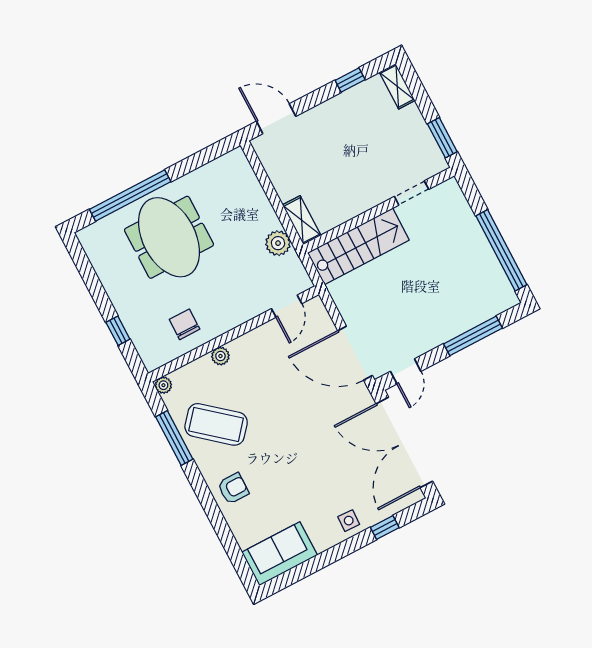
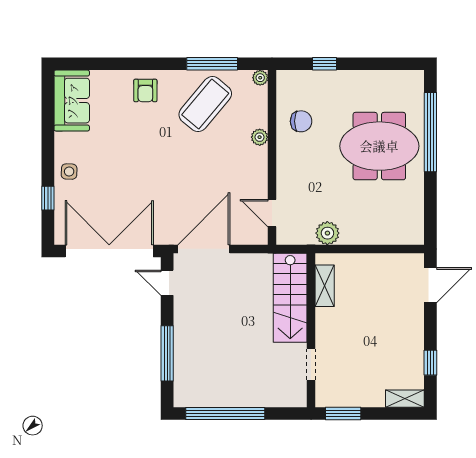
shelving: (302, 220) -> (325, 286), moved, turned 90

